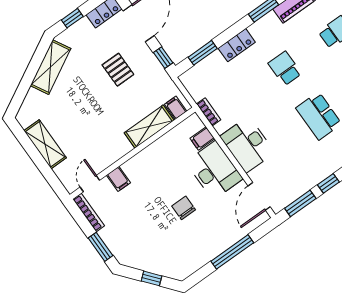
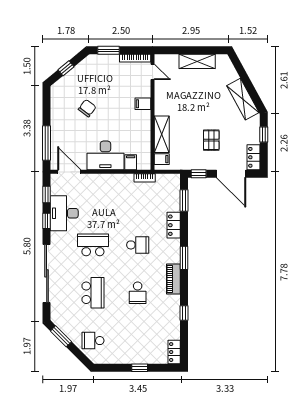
pallet: (118, 70) -> (211, 140), turned 90
desk: (247, 145) -> (64, 213), moved, turned -90
filing cabinet: (118, 179) -> (143, 104), moved
window: (300, 203) -> (47, 194), width x0.67
chair: (184, 208) -> (87, 108), moved, turned -53
window: (232, 252) -> (47, 143), moved

